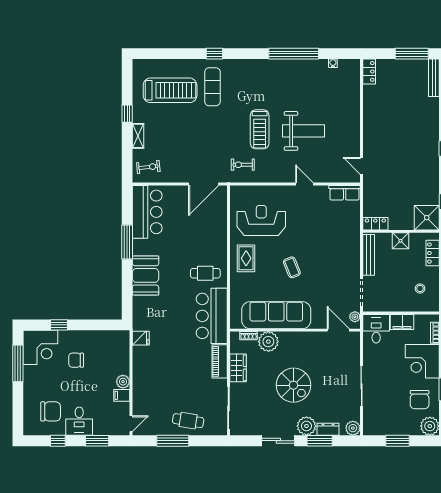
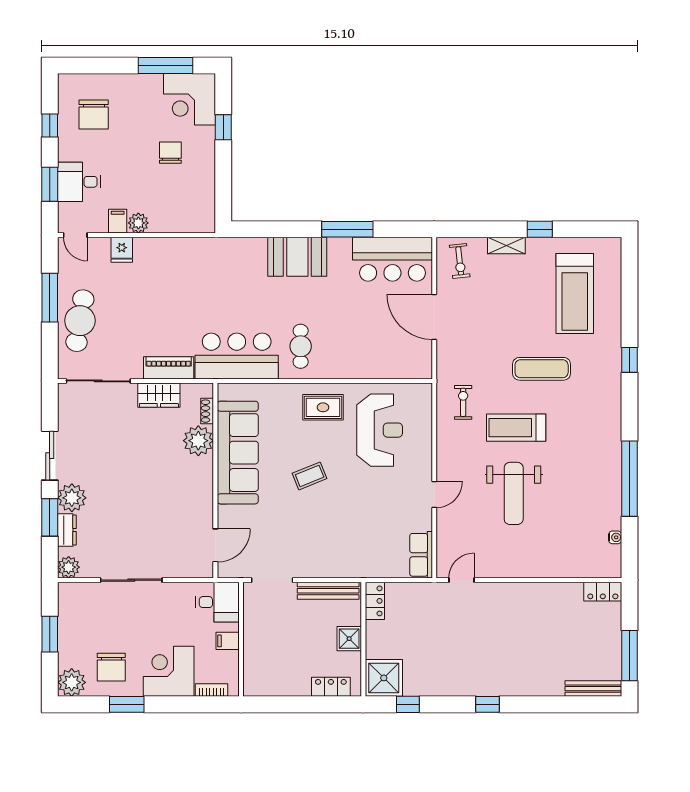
exercise mat: (212, 87) -> (542, 369), moved
door: (204, 184) -> (434, 317), moved
stool: (420, 288) -> (278, 668), removed
plant: (355, 317) -> (236, 570), removed
filing cabinet: (402, 322) -> (228, 641), width x0.50
fridge: (141, 338) -> (122, 250), moved
spiral stairs: (294, 385) -> (133, 478), removed
chair: (420, 400) -> (111, 667), turned -90
desk: (79, 421) -> (79, 182), moved
cafe table: (188, 421) -> (80, 321), width x1.37, depth x1.35

